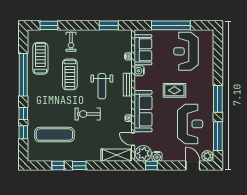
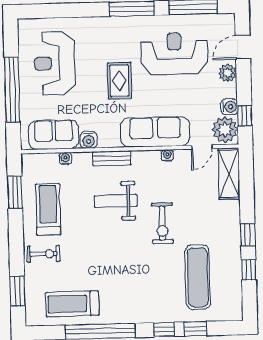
reception desk: (186, 51) -> (54, 63), turned 90
treadmill: (70, 74) -> (48, 209), moved, turned -90
weight bench: (102, 86) -> (116, 201), turned 180
plant: (207, 156) -> (228, 73), moved

